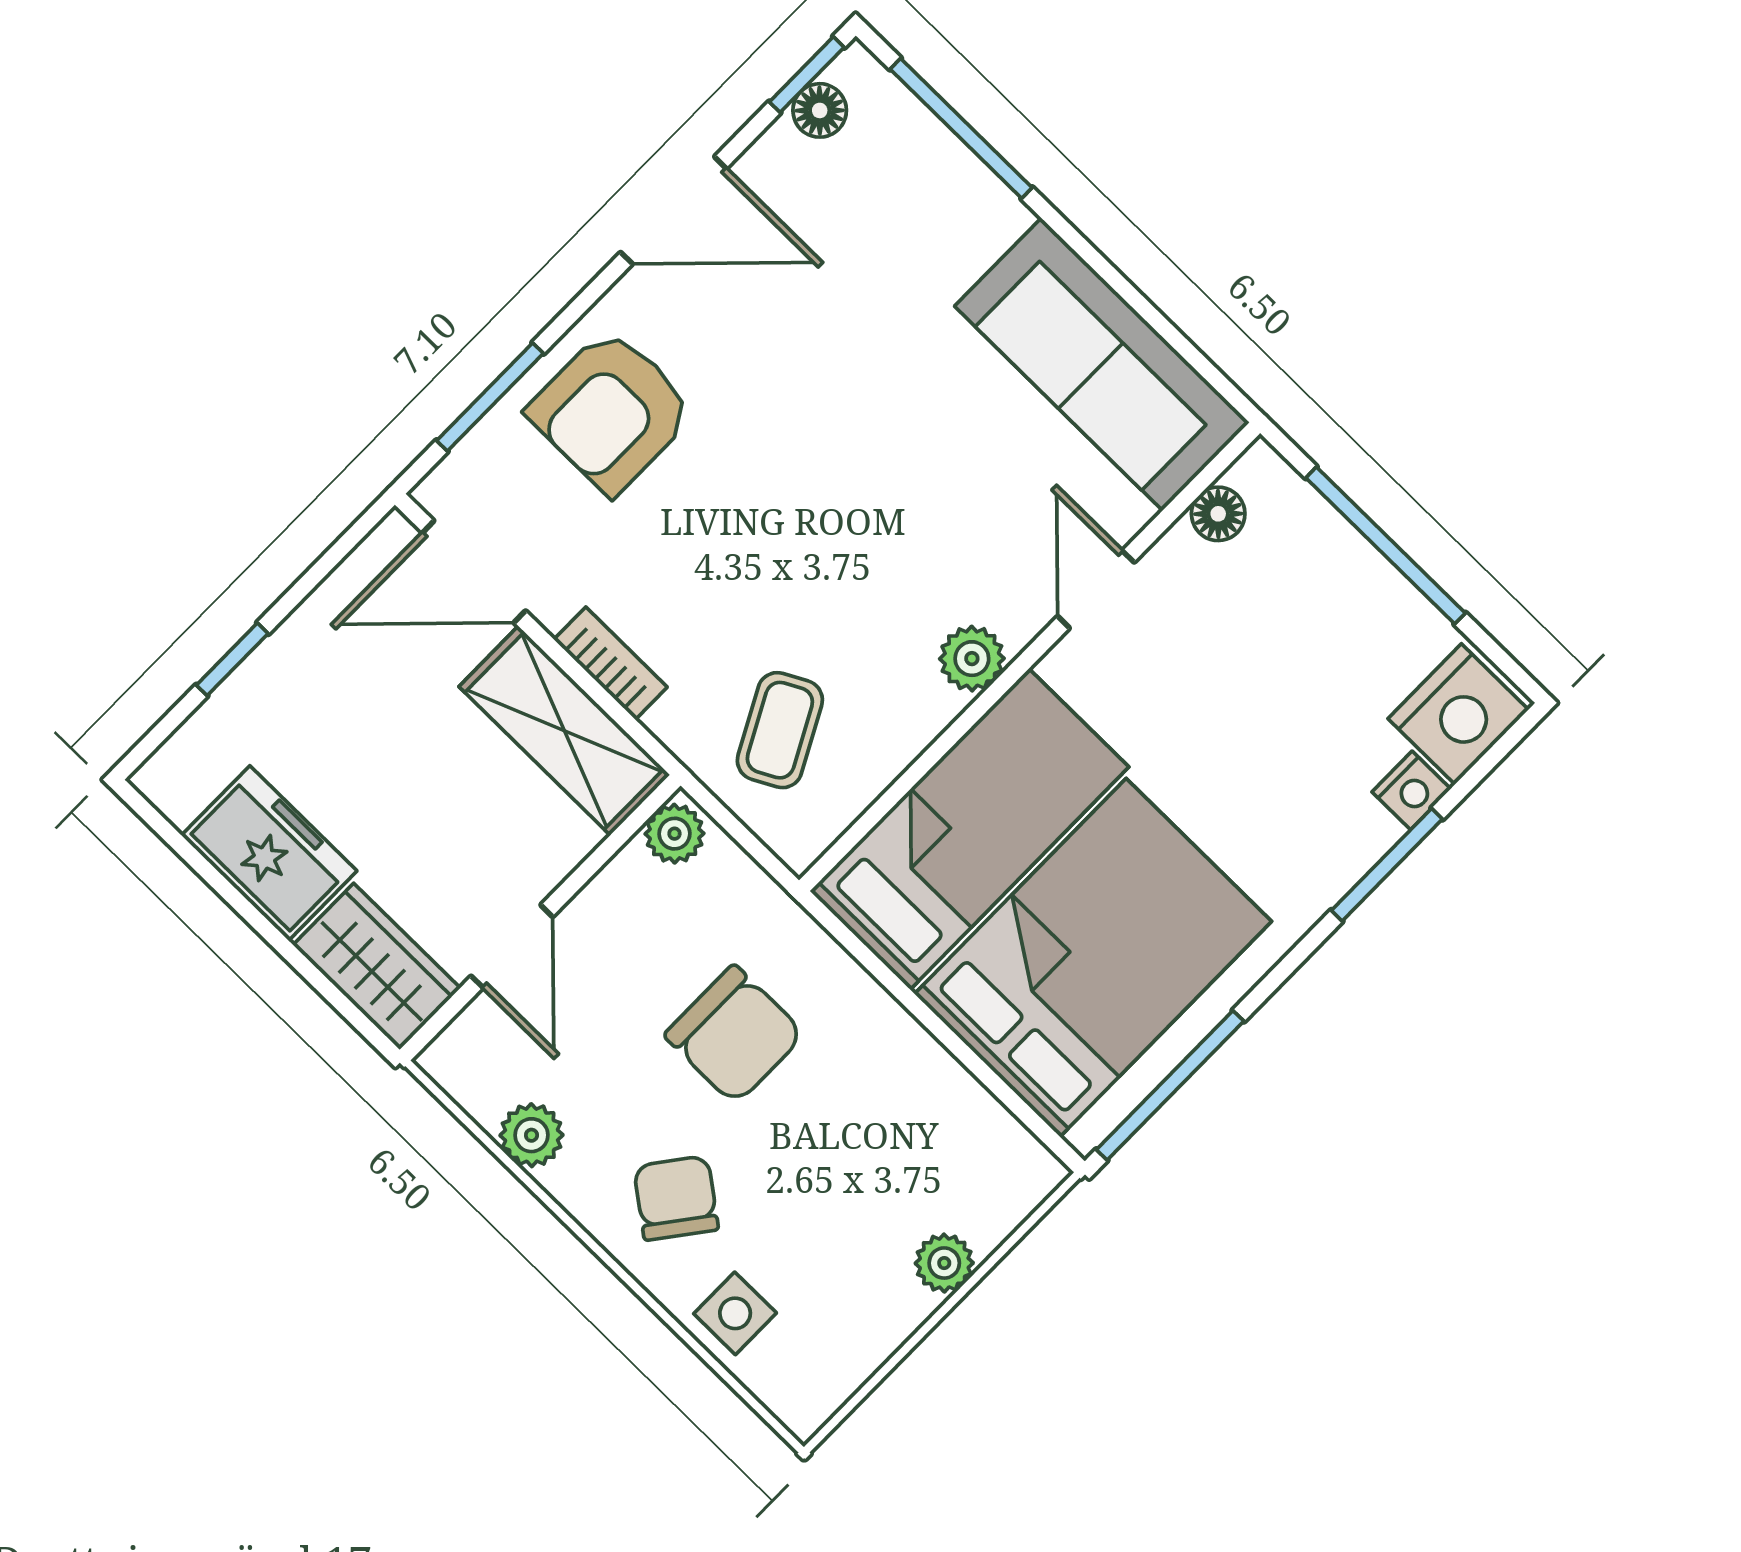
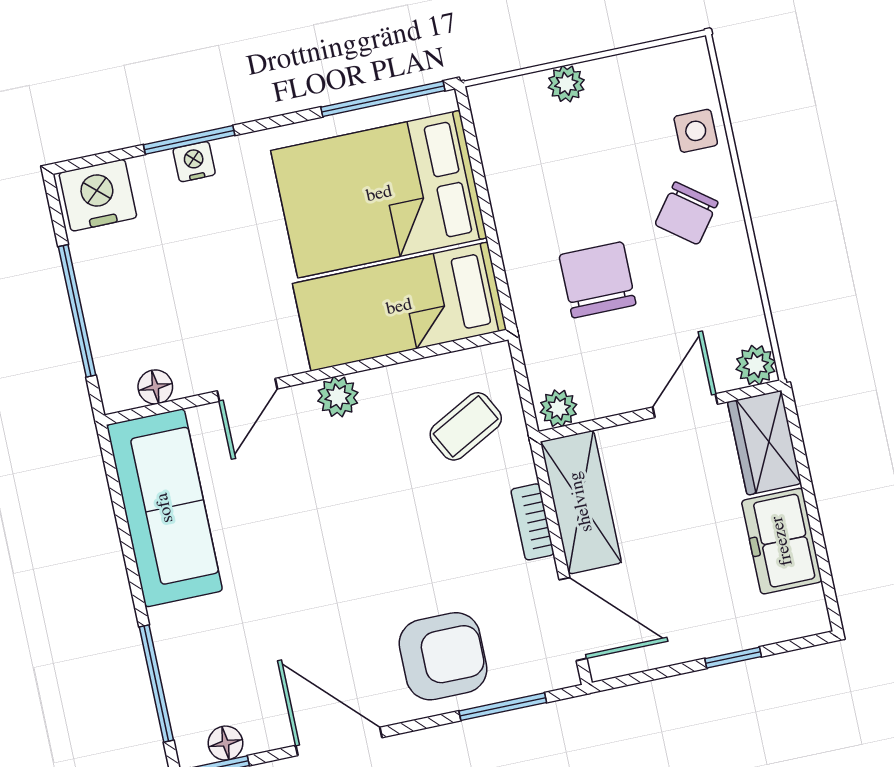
nightstand: (1411, 790) -> (194, 162), moved
plant: (531, 1135) -> (756, 365), moved

